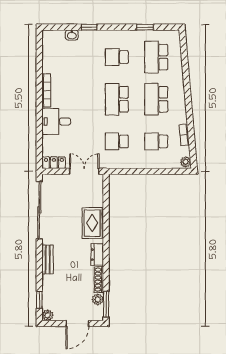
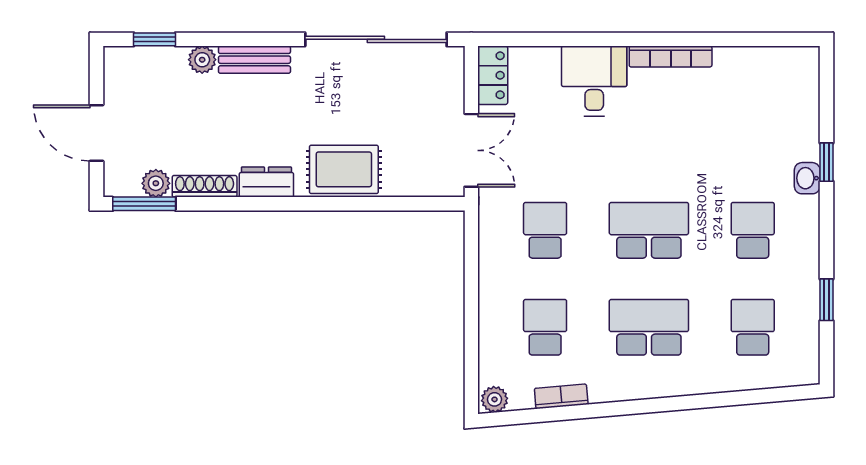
washbasin: (72, 35) -> (807, 178), moved
school desk: (156, 57) -> (753, 327), width x0.54
plant: (48, 315) -> (202, 60), moved

